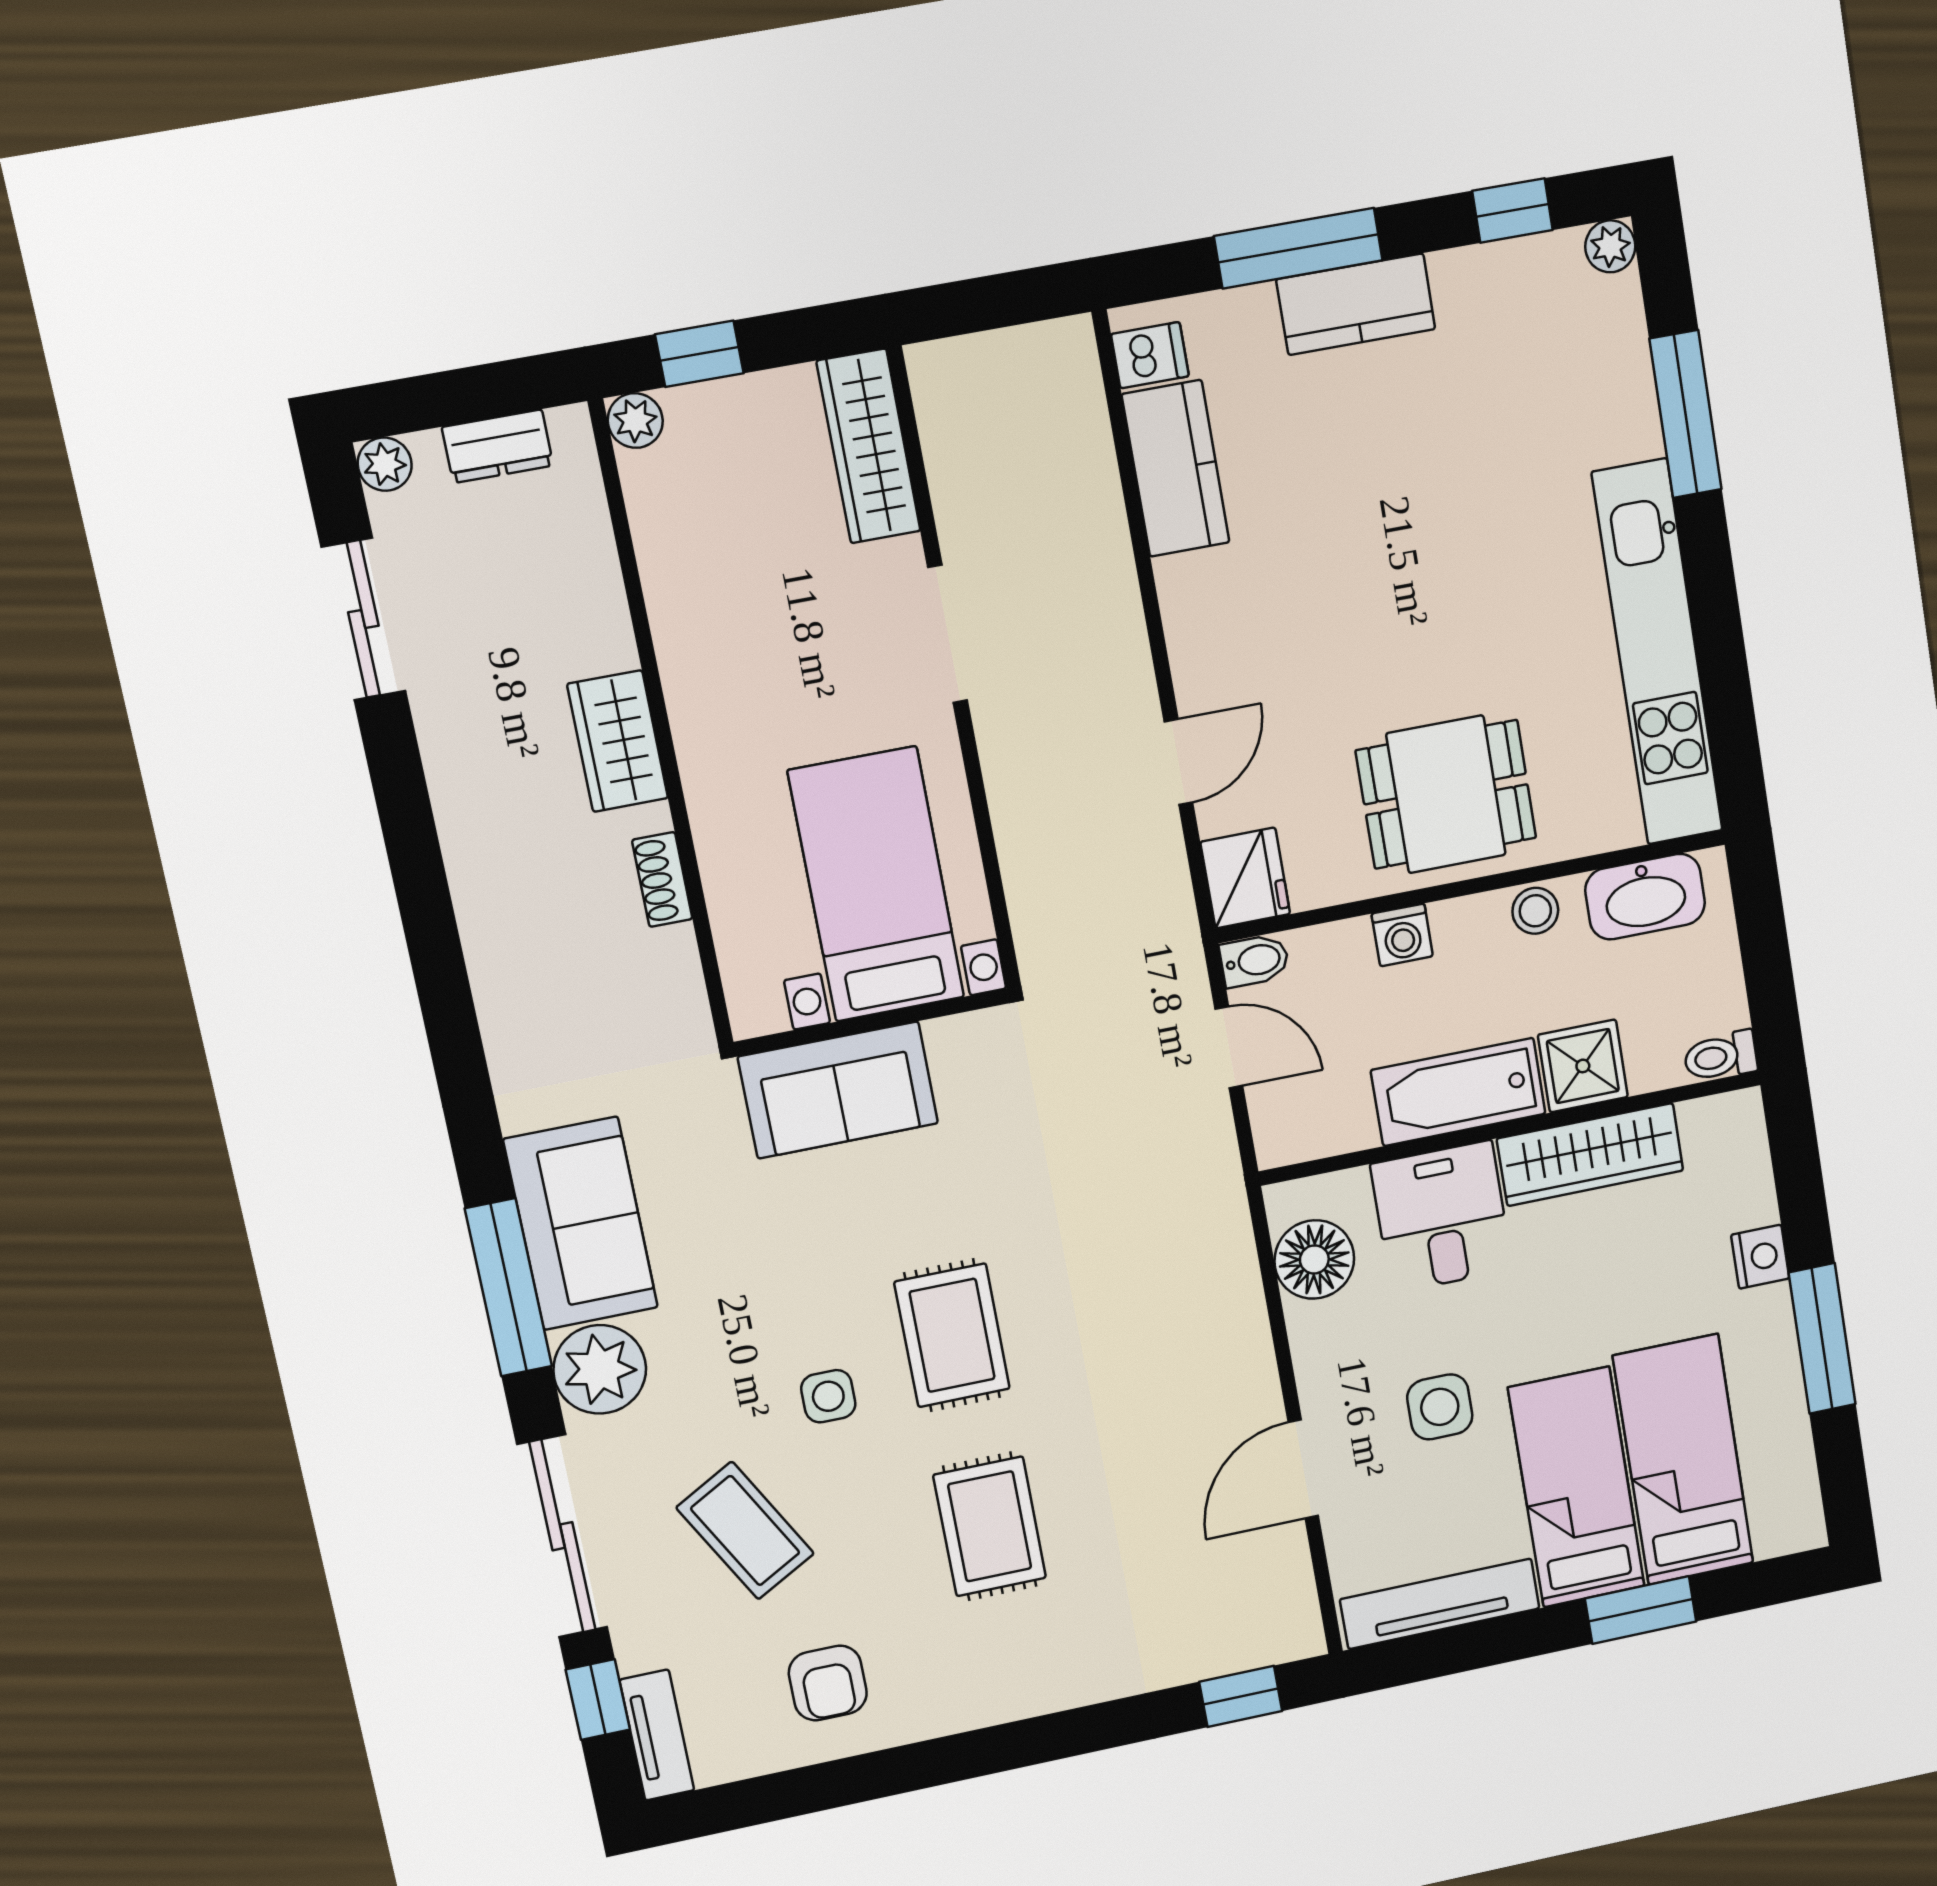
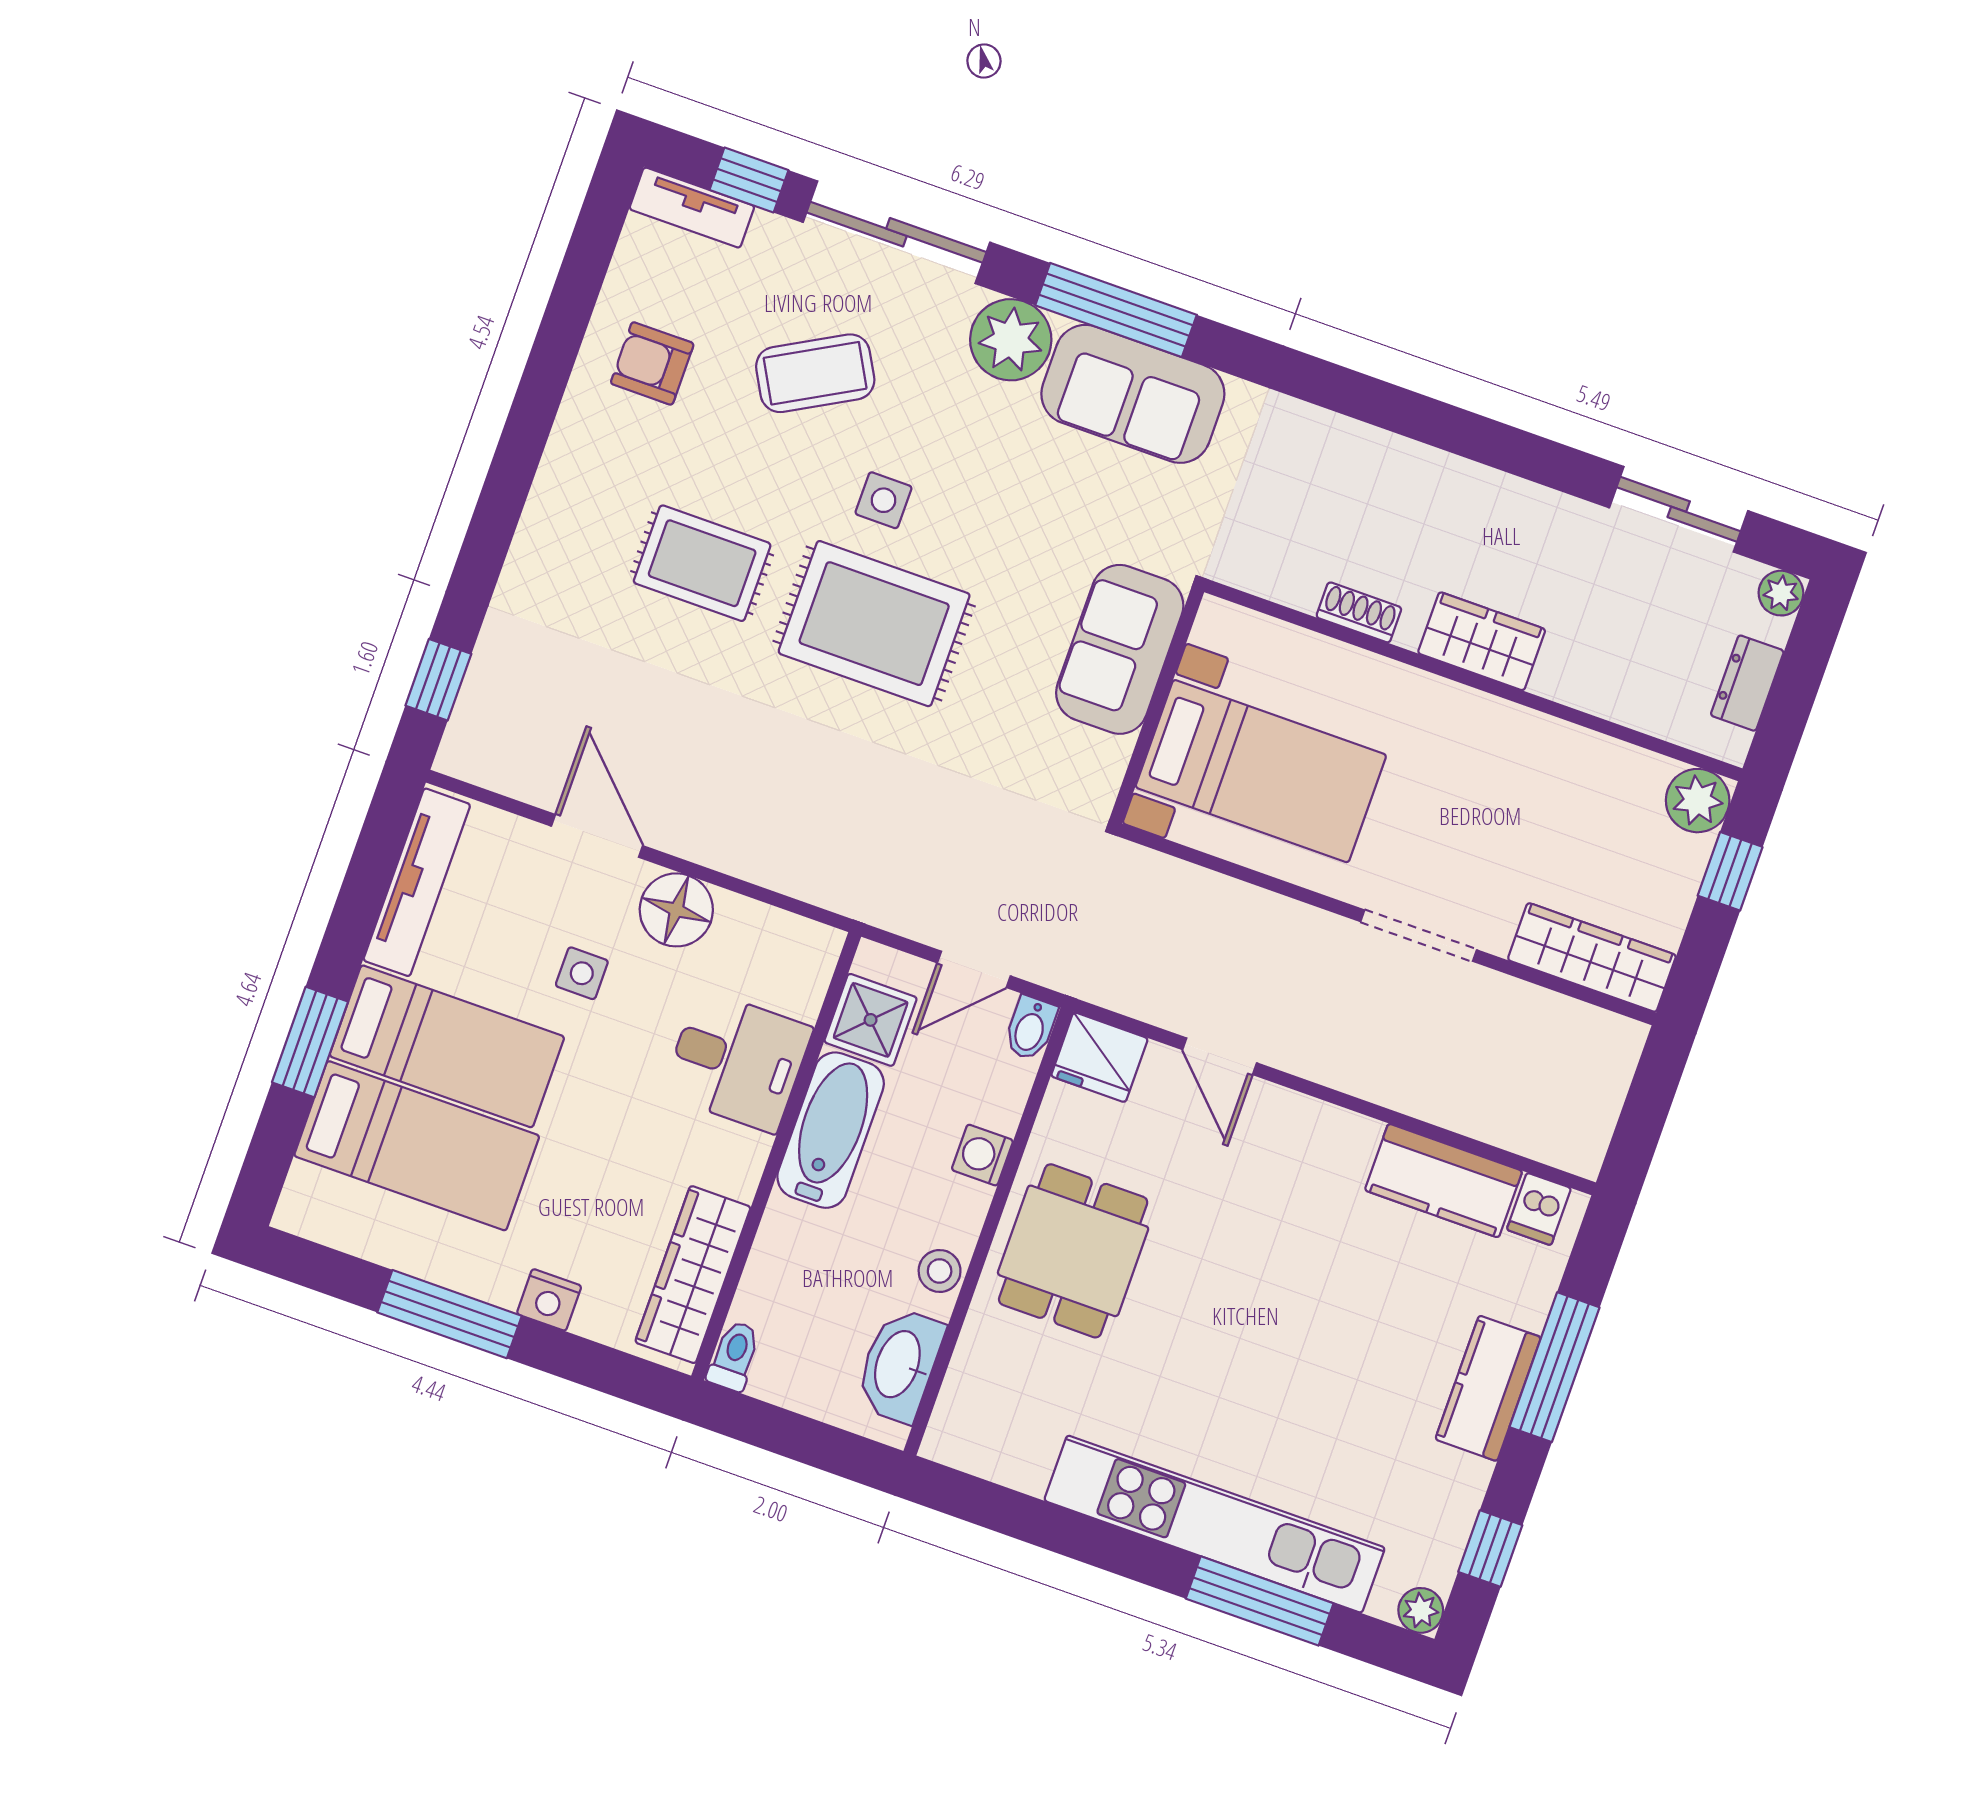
plant: (635, 421) -> (1698, 801), width x1.38, depth x1.38
kitchen unit: (1657, 653) -> (1214, 1524), moved
shower: (1583, 1066) -> (871, 1020), moved
wardrobe: (1590, 1155) -> (693, 1275), moved
floor lamp: (1314, 1260) -> (676, 910), moved
rug: (952, 1335) -> (874, 624), width x1.36, depth x1.43
side table: (1440, 1407) -> (582, 973), width x0.73, depth x0.73

